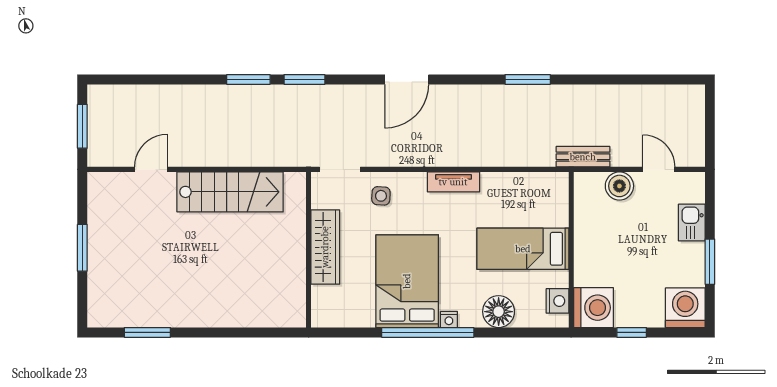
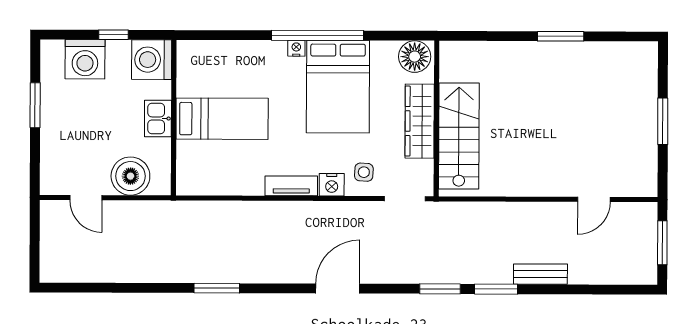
bench: (583, 157) -> (540, 274), moved
boiler: (619, 186) -> (130, 176), width x1.37, depth x1.37
stairs: (230, 192) -> (459, 136), moved, turned 90
kitchen sink: (692, 223) -> (158, 118), moved, turned 180
nightstand: (557, 301) -> (332, 185), moved, turned -90
washing machine: (685, 308) -> (85, 59), moved
floor lamp: (499, 312) -> (415, 57), moved
window: (147, 332) -> (561, 36), moved

